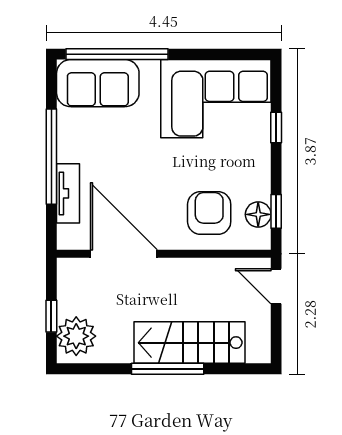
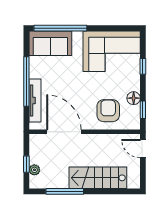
tv unit: (68, 193) -> (35, 101), width x1.41
floor lamp: (258, 214) -> (134, 98), moved
plant: (76, 336) -> (34, 170), width x0.53, depth x0.53
window: (168, 369) -> (65, 191), moved

